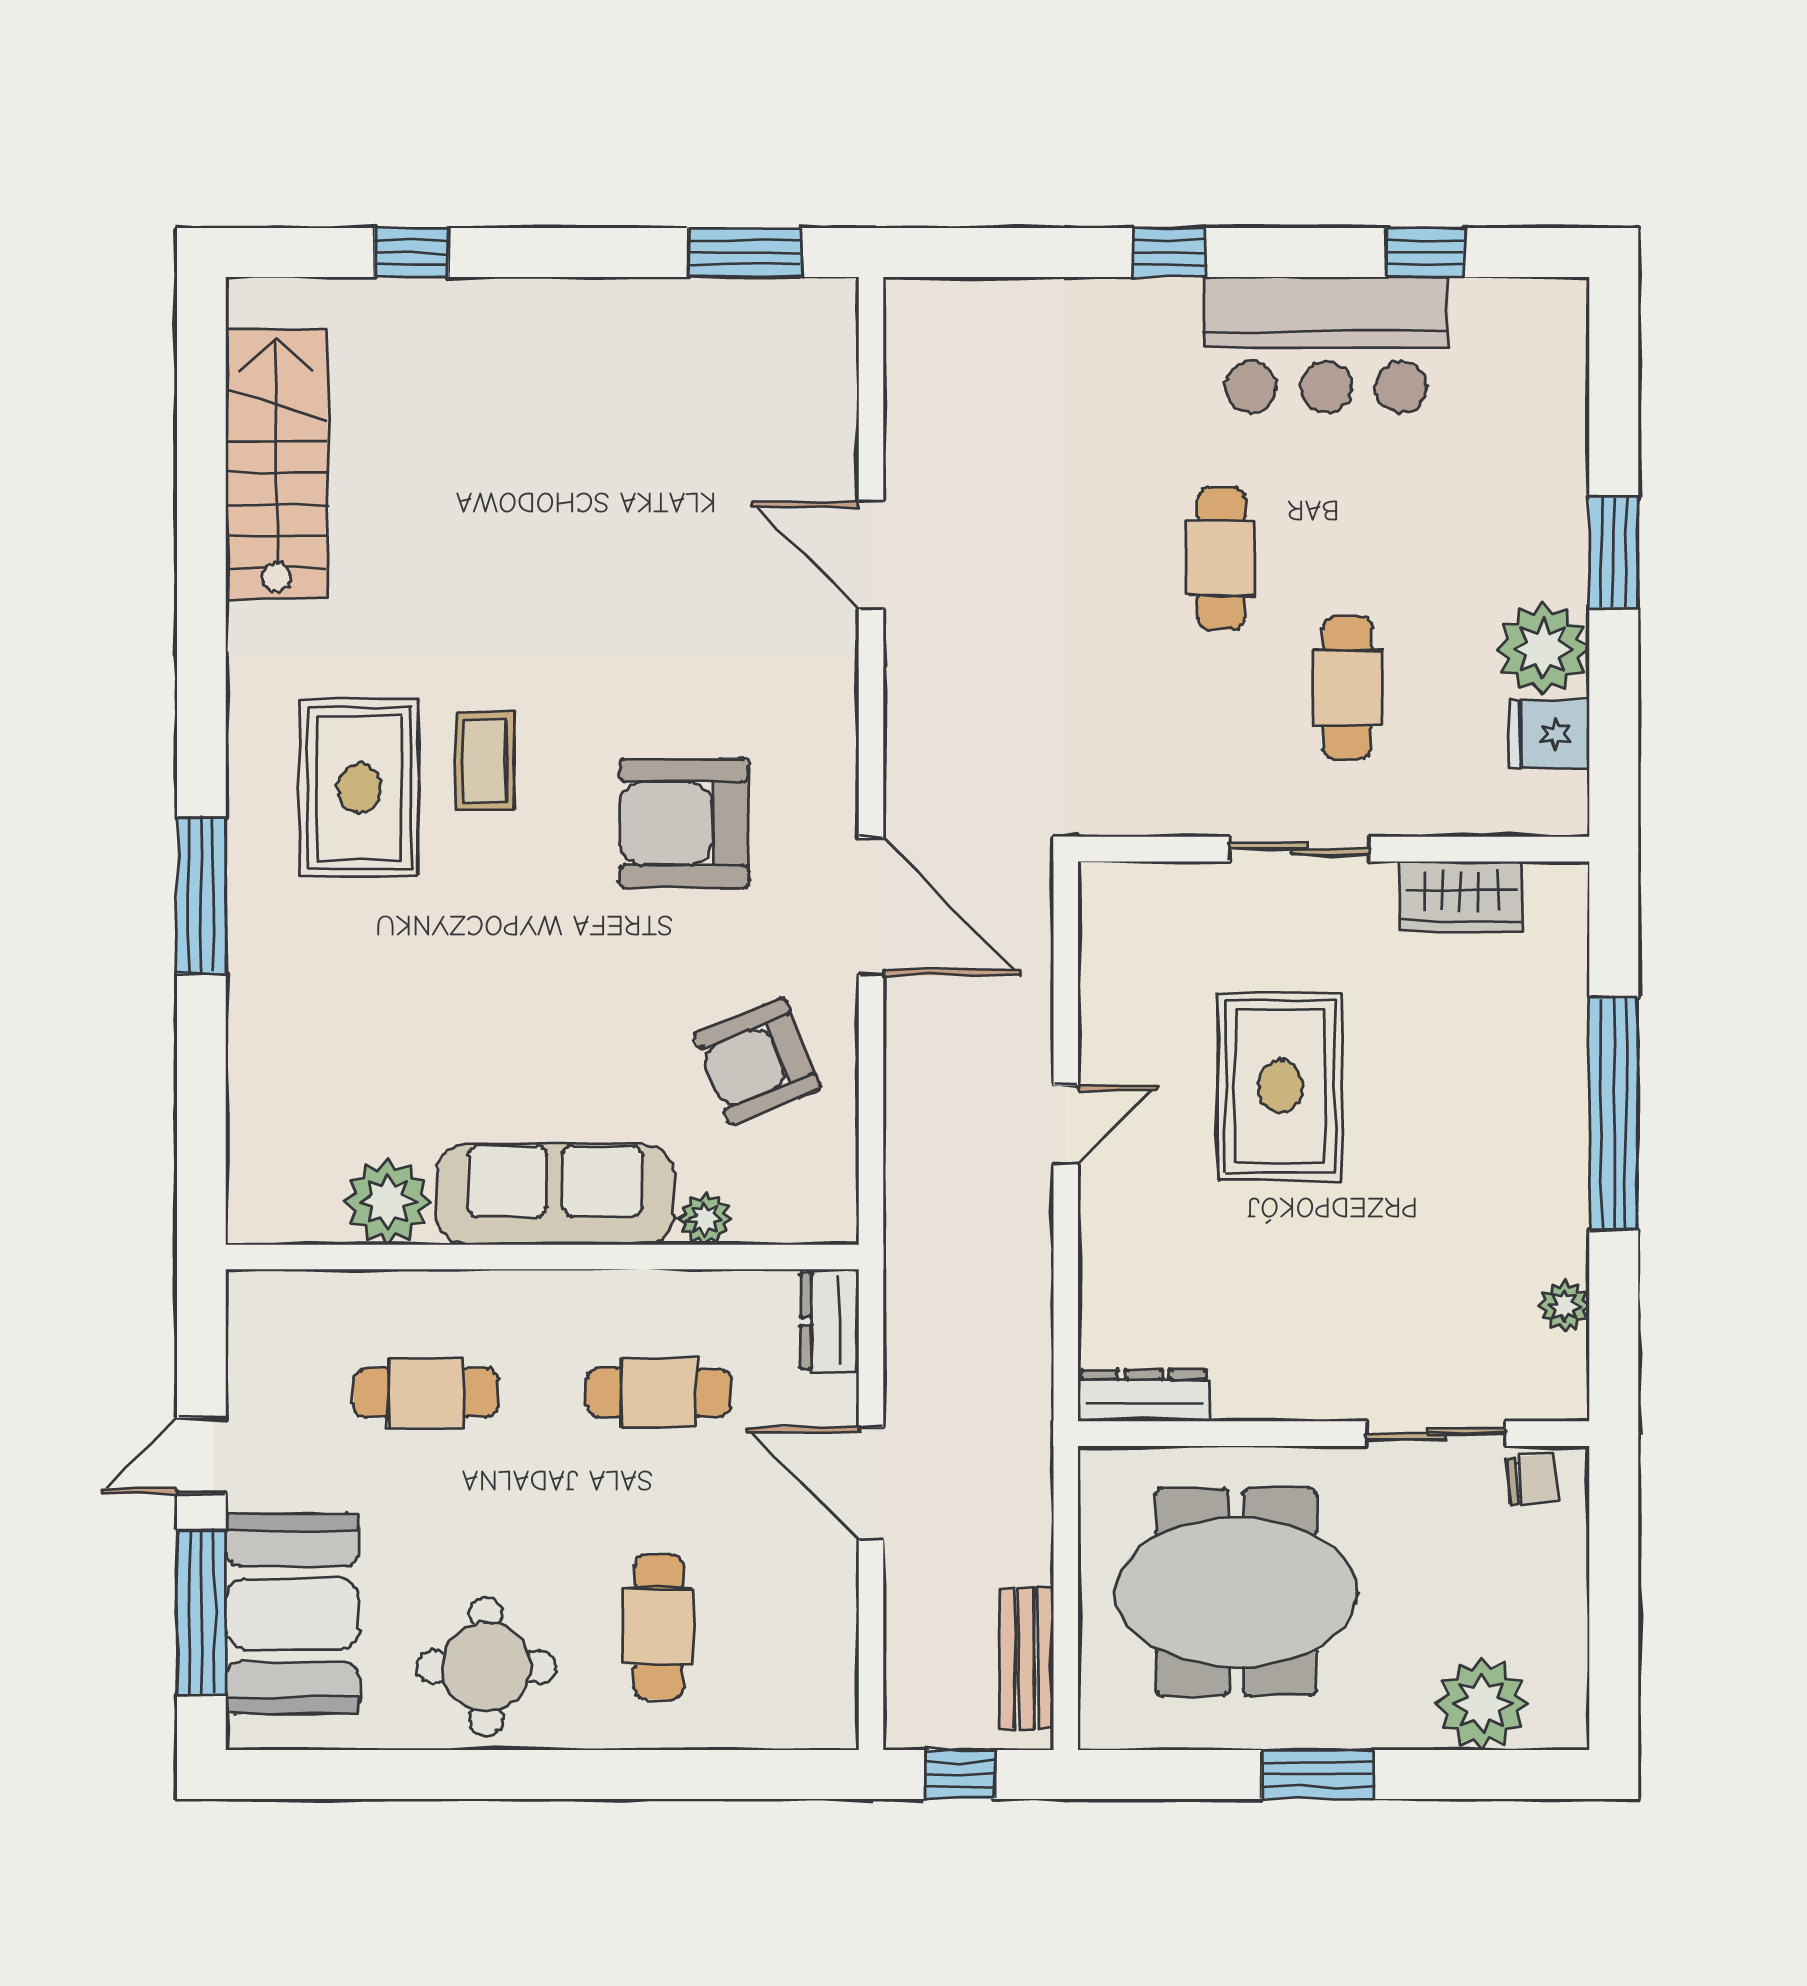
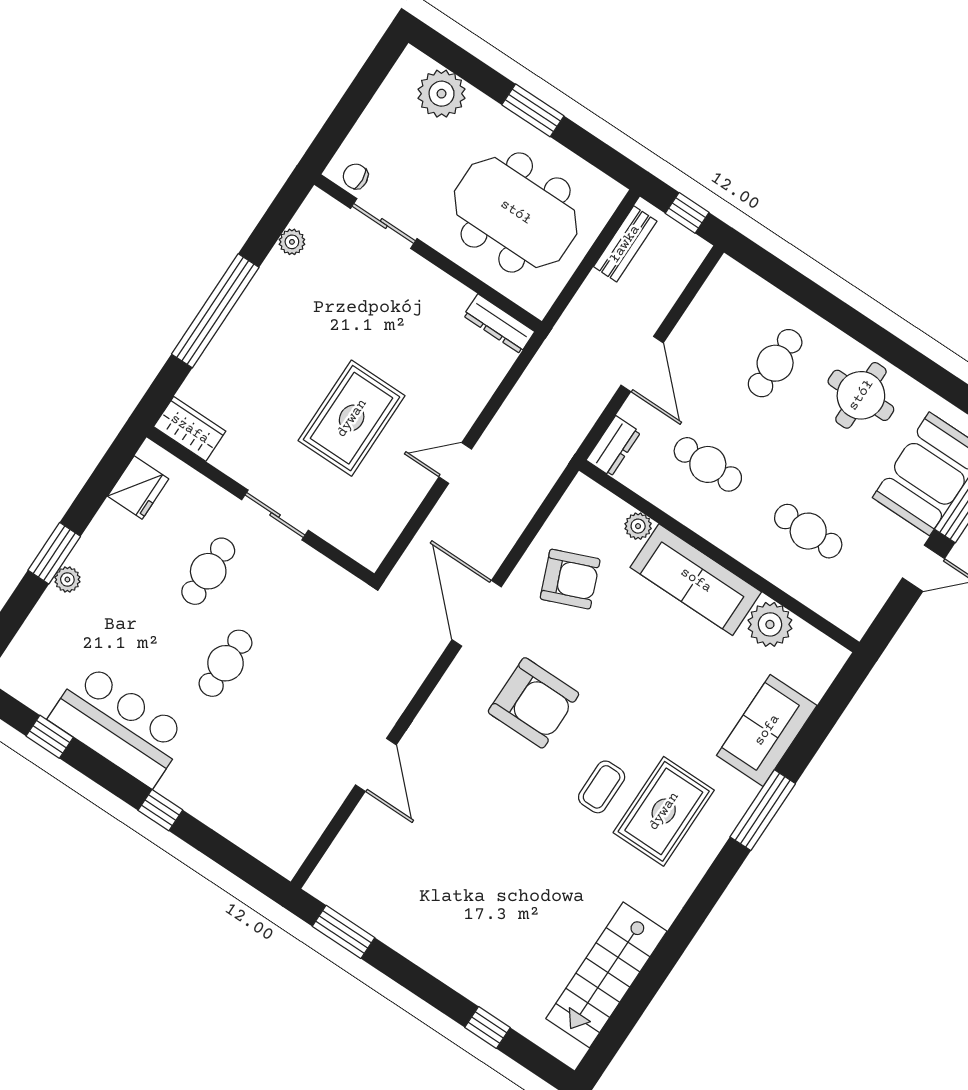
plant: (1543, 649) -> (67, 579), moved, width x0.53, depth x0.53
fridge: (1549, 734) -> (138, 488), width x1.38
wardrobe: (1461, 896) -> (190, 429), moved
sofa: (280, 1028) -> (767, 730), added

